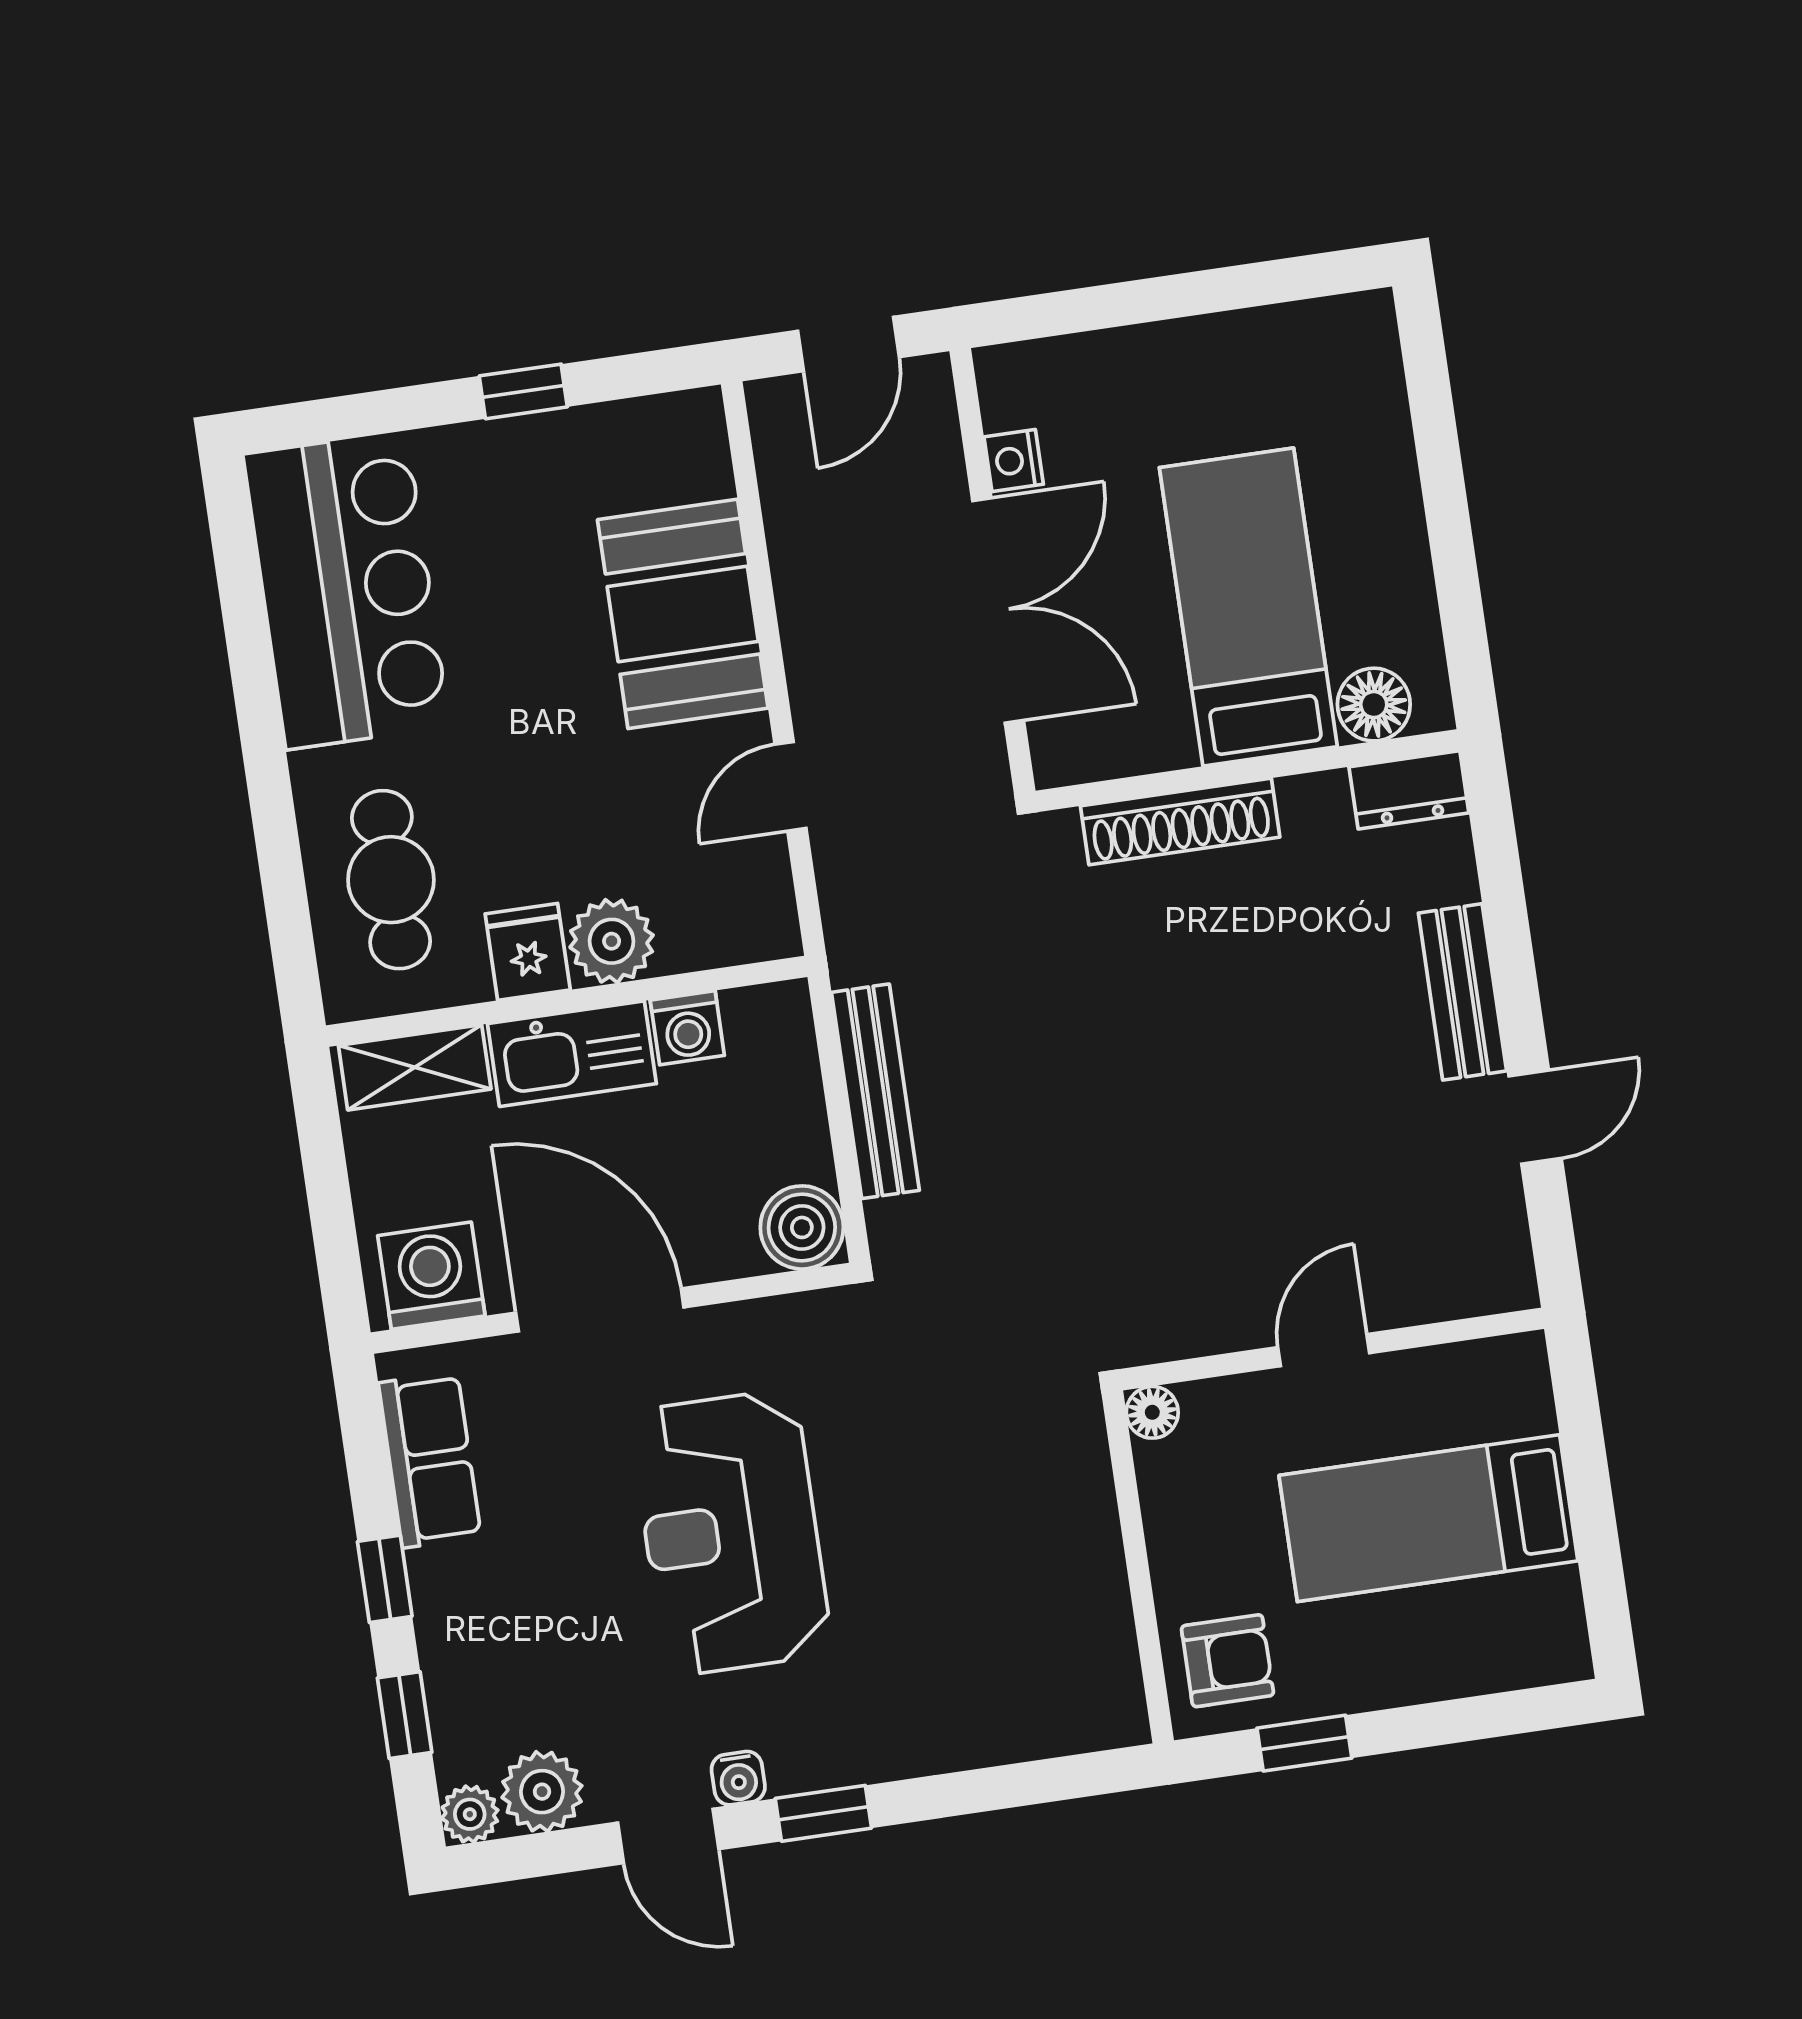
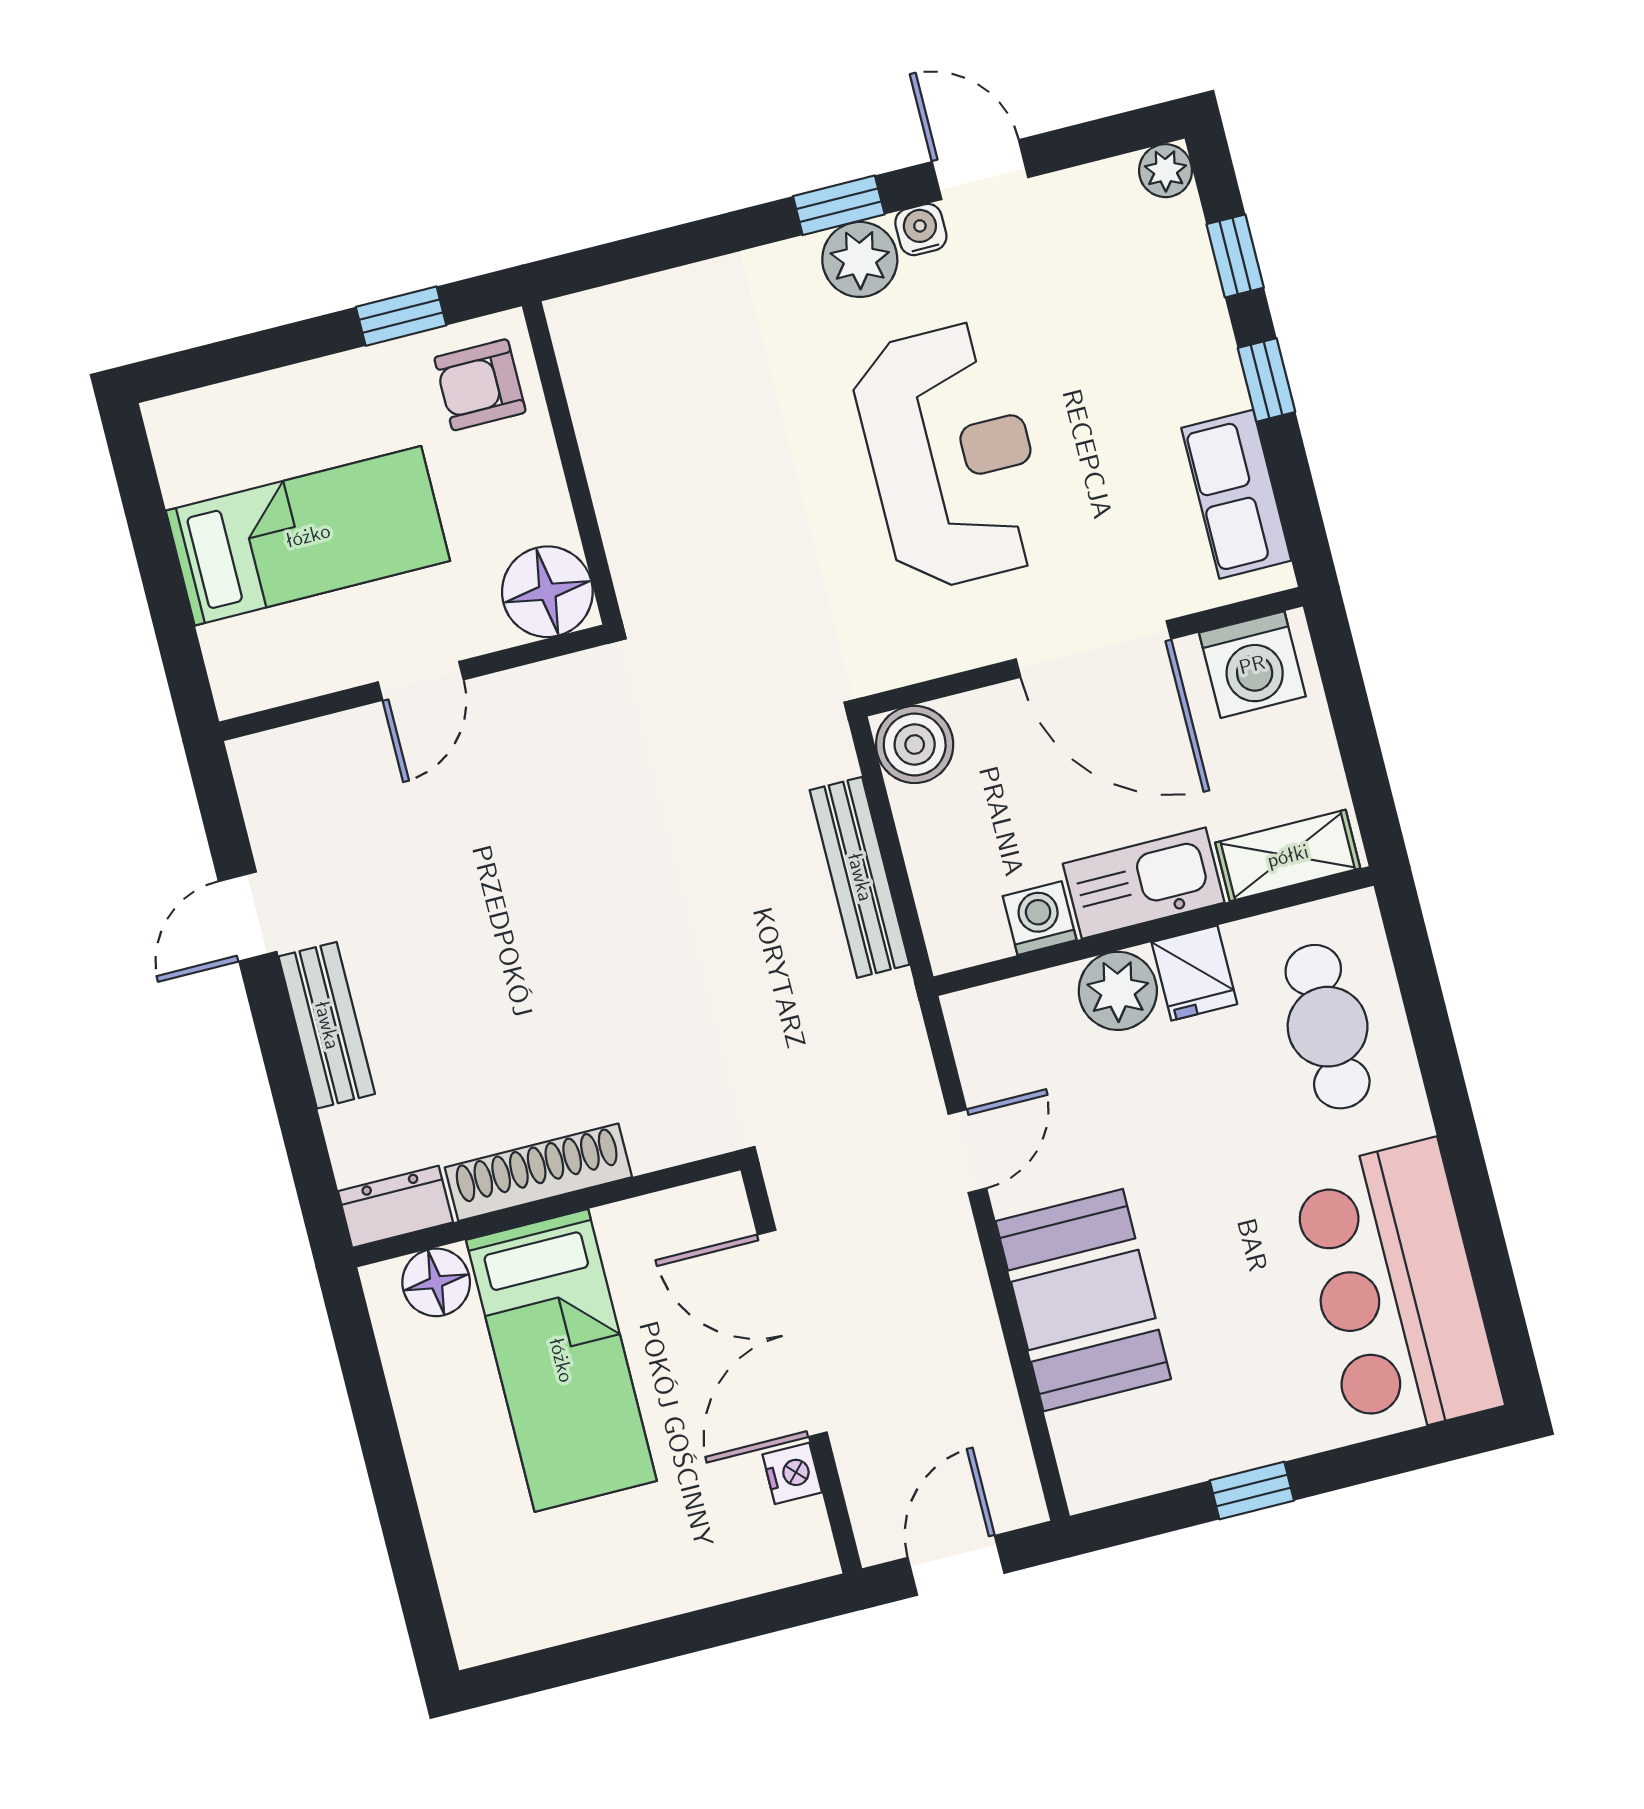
shoe rack: (1180, 822) -> (538, 1172), moved
floor lamp: (1152, 1412) -> (547, 592), width x1.89, depth x1.89
plant: (542, 1792) -> (860, 259), moved

